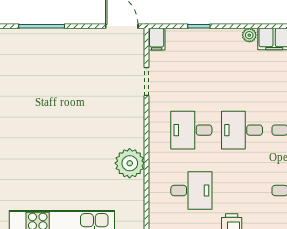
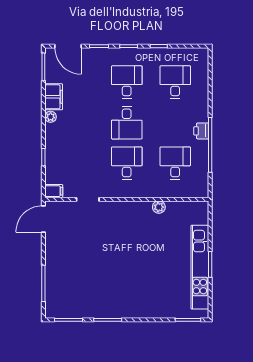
desk: (191, 130) -> (127, 163), turned 180
plant: (130, 163) -> (159, 207), width x0.53, depth x0.53

